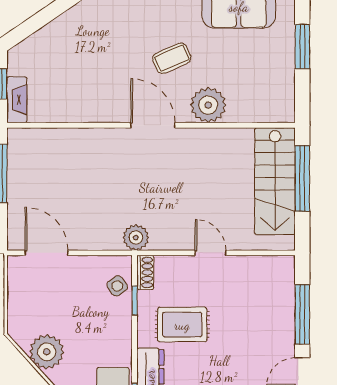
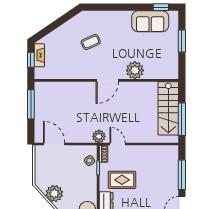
coffee table: (172, 58) -> (91, 42), moved
fireplace: (17, 100) -> (39, 55), moved
door: (153, 125) -> (107, 80), swing flipped
window: (302, 178) -> (182, 119), moved
door: (210, 253) -> (118, 144), moved

